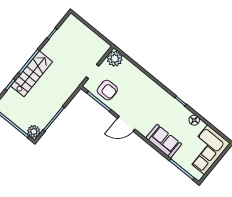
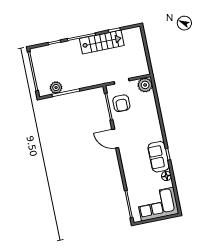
stairs: (32, 74) -> (102, 42), moved
plant: (34, 131) -> (56, 88), moved
sofa: (164, 141) -> (159, 157), moved, turned 180

